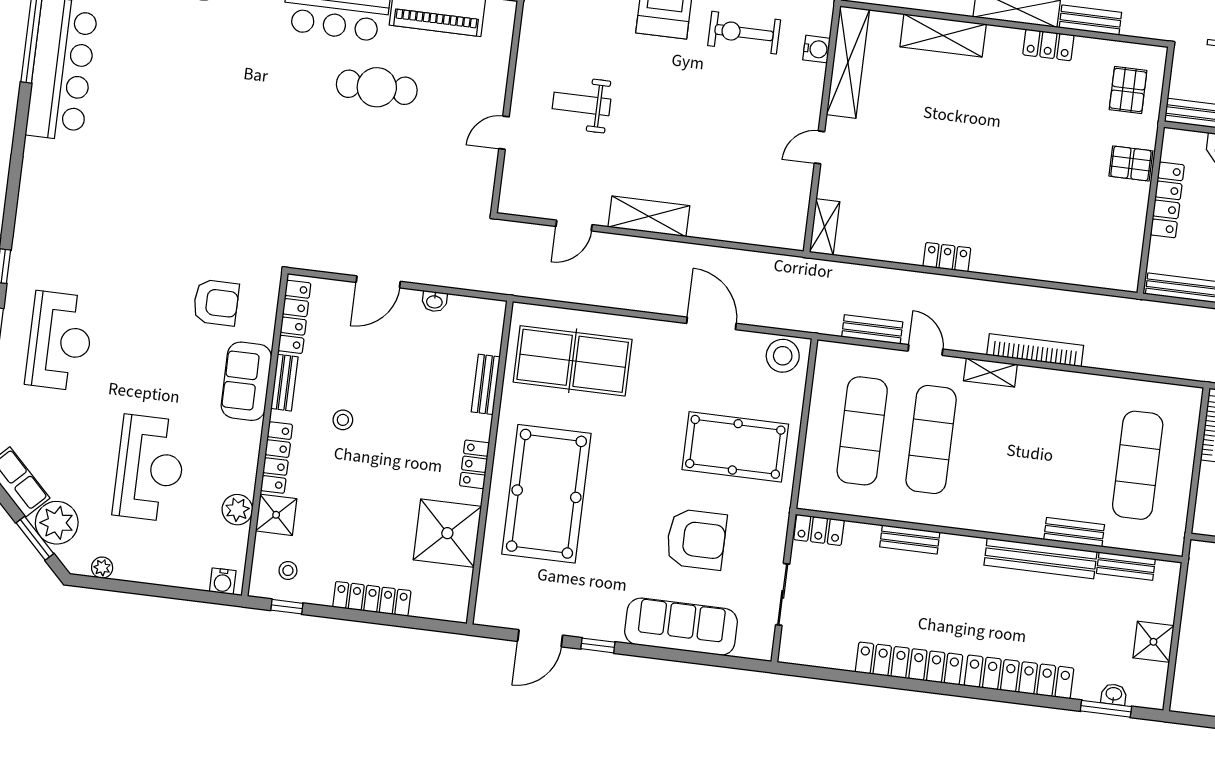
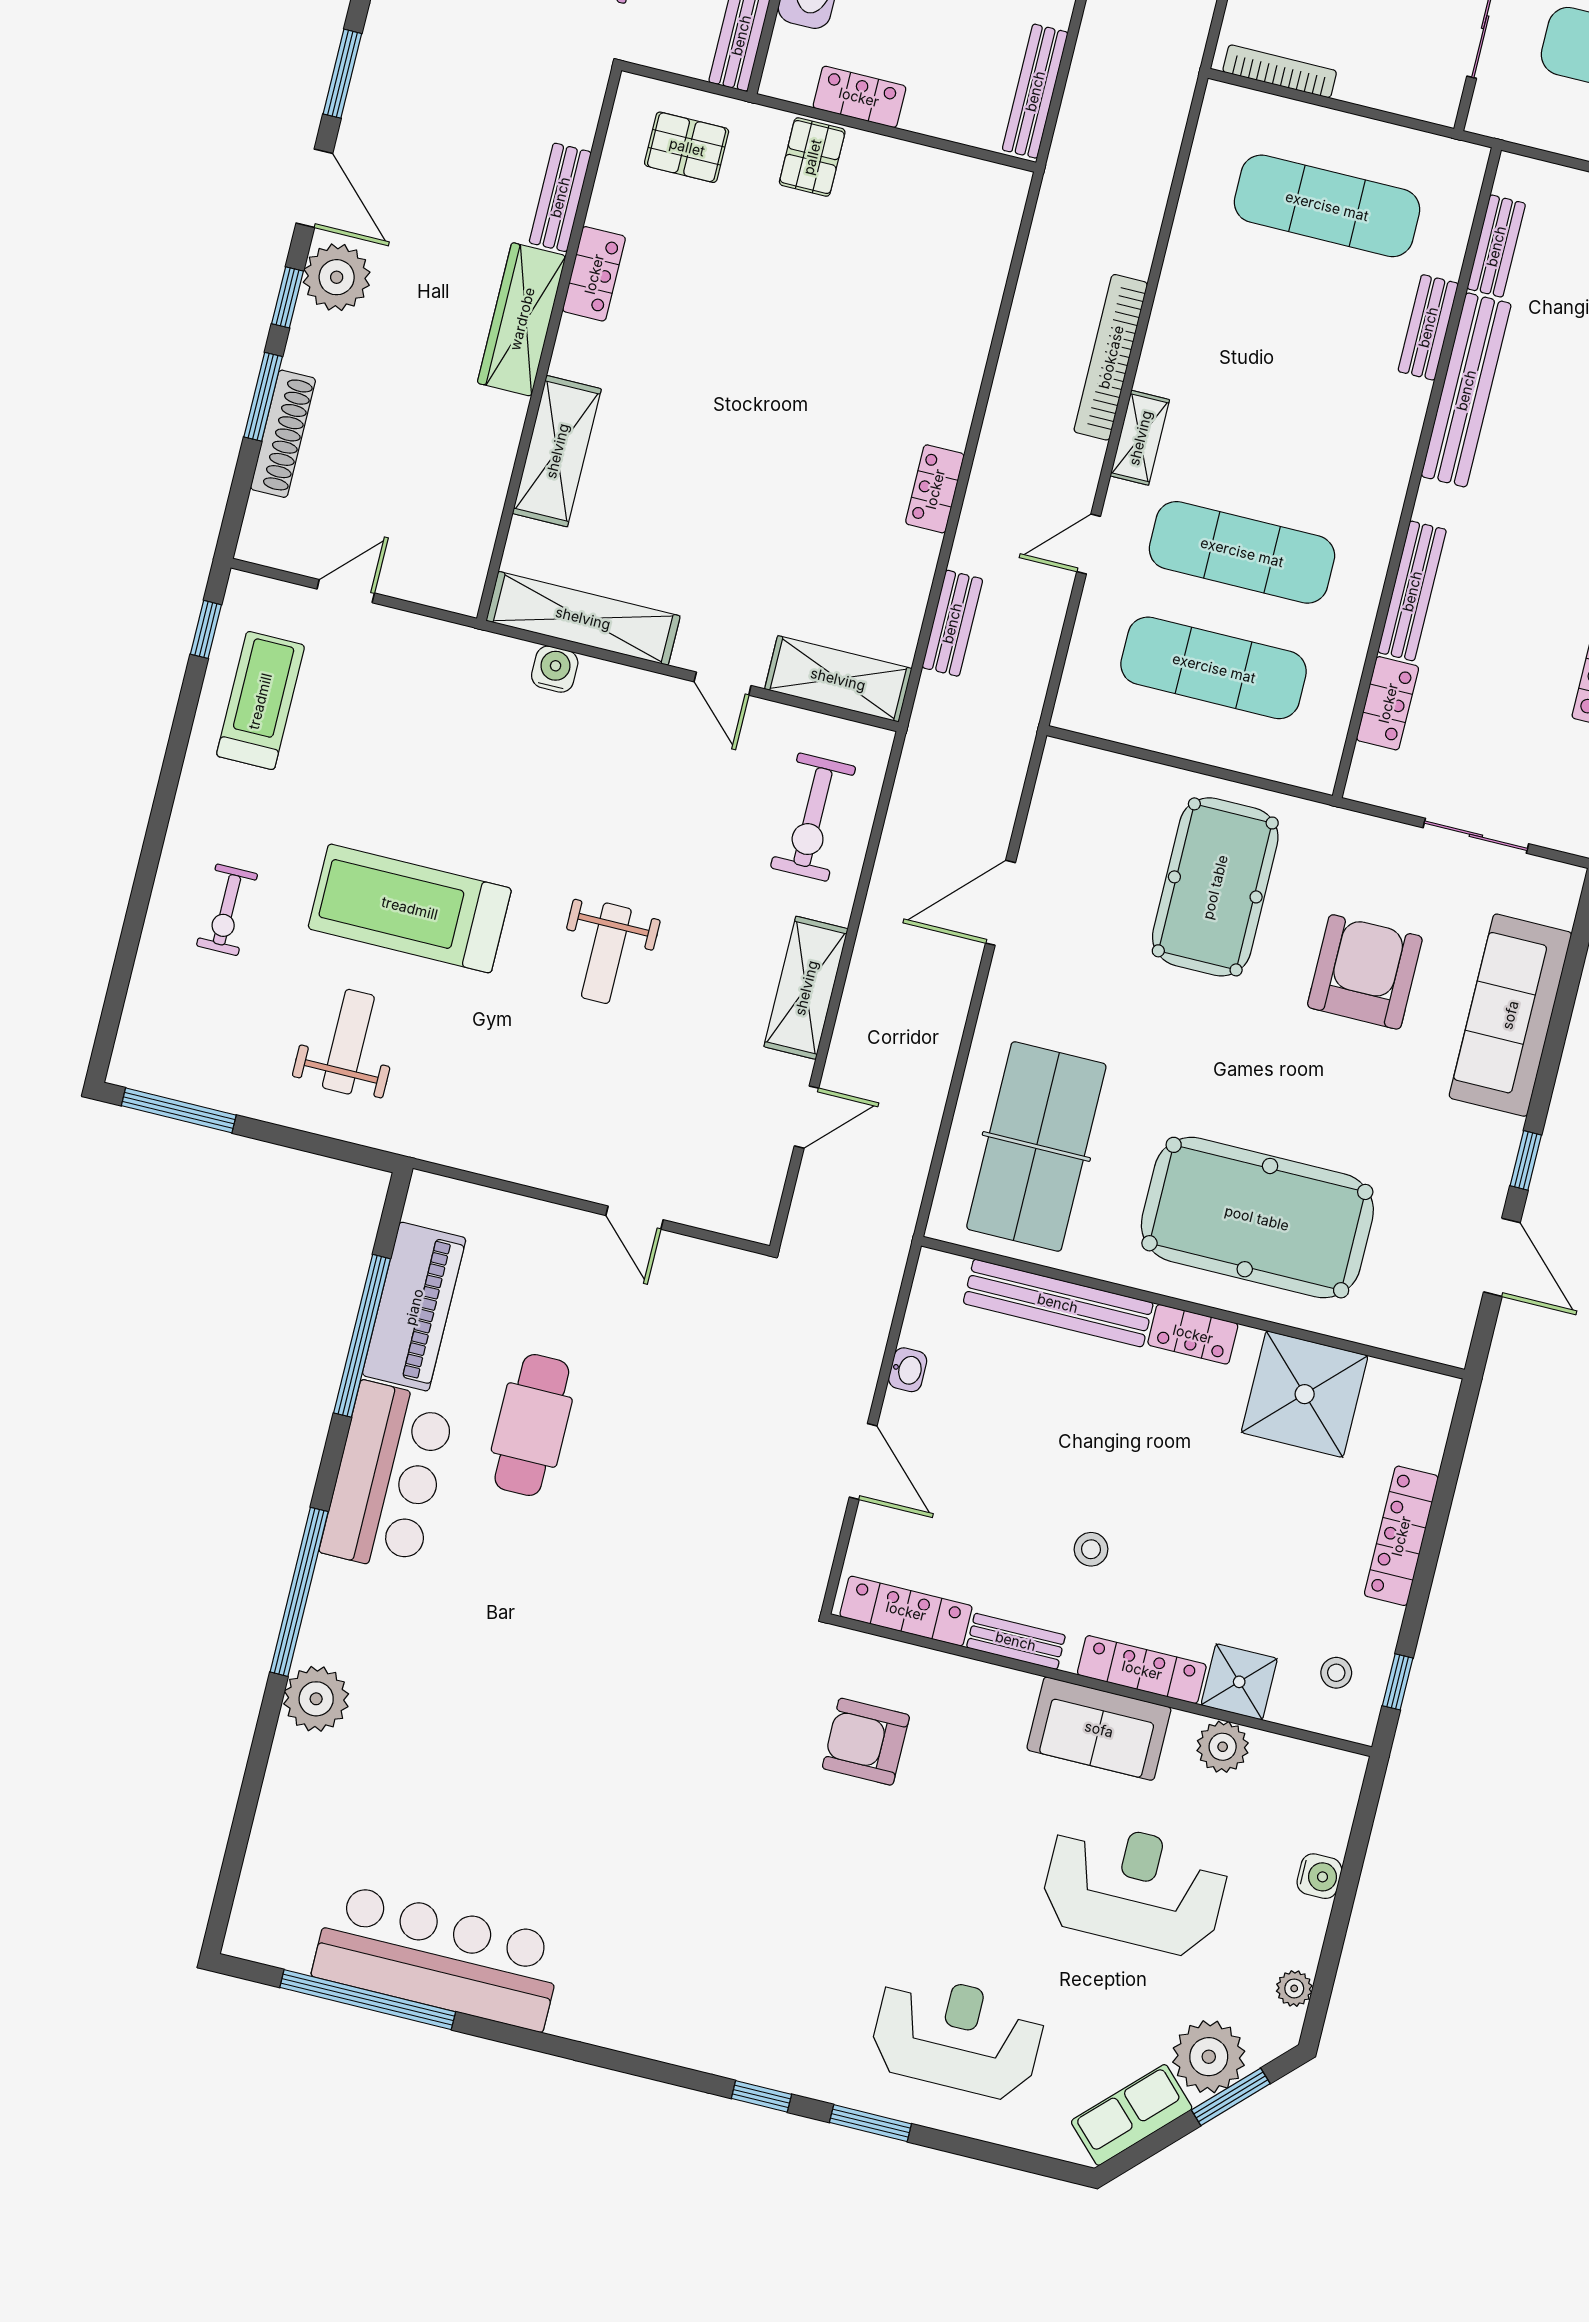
exercise bike: (744, 33) -> (813, 817), moved
weight bench: (581, 104) -> (606, 953), moved
locker: (1167, 200) -> (859, 97), width x0.66
door: (574, 226) -> (807, 1117), hinge flipped
shelving: (825, 227) -> (838, 679), width x1.50, depth x1.33
armchair: (216, 303) -> (866, 1742), turned -90
bench: (872, 329) -> (952, 623), moved
reception desk: (60, 341) -> (957, 2036), moved
stool: (783, 356) -> (1070, 788), removed
sofa: (246, 381) -> (1099, 1729), moved
bench: (486, 384) -> (1058, 1303), width x1.86, depth x1.21
locker: (819, 530) -> (1388, 703), moved
bench: (910, 539) -> (1412, 591), width x1.36
water cooler: (223, 581) -> (1319, 1876), moved

